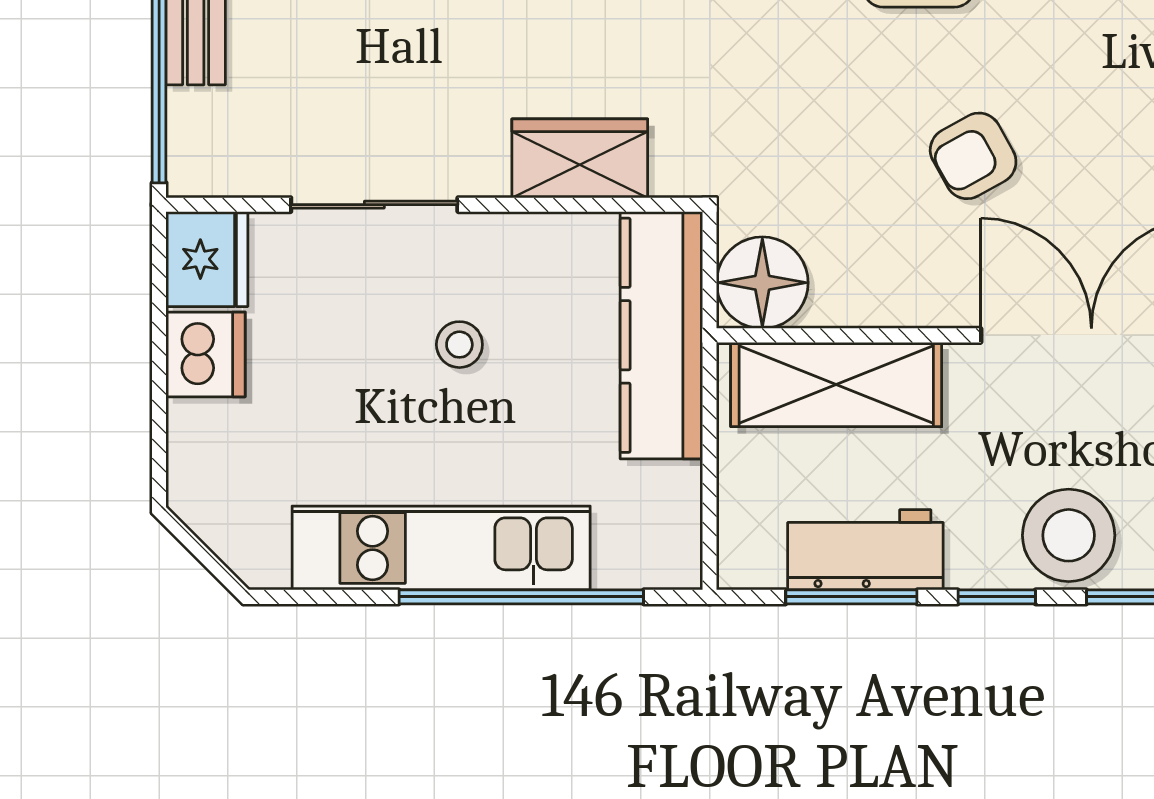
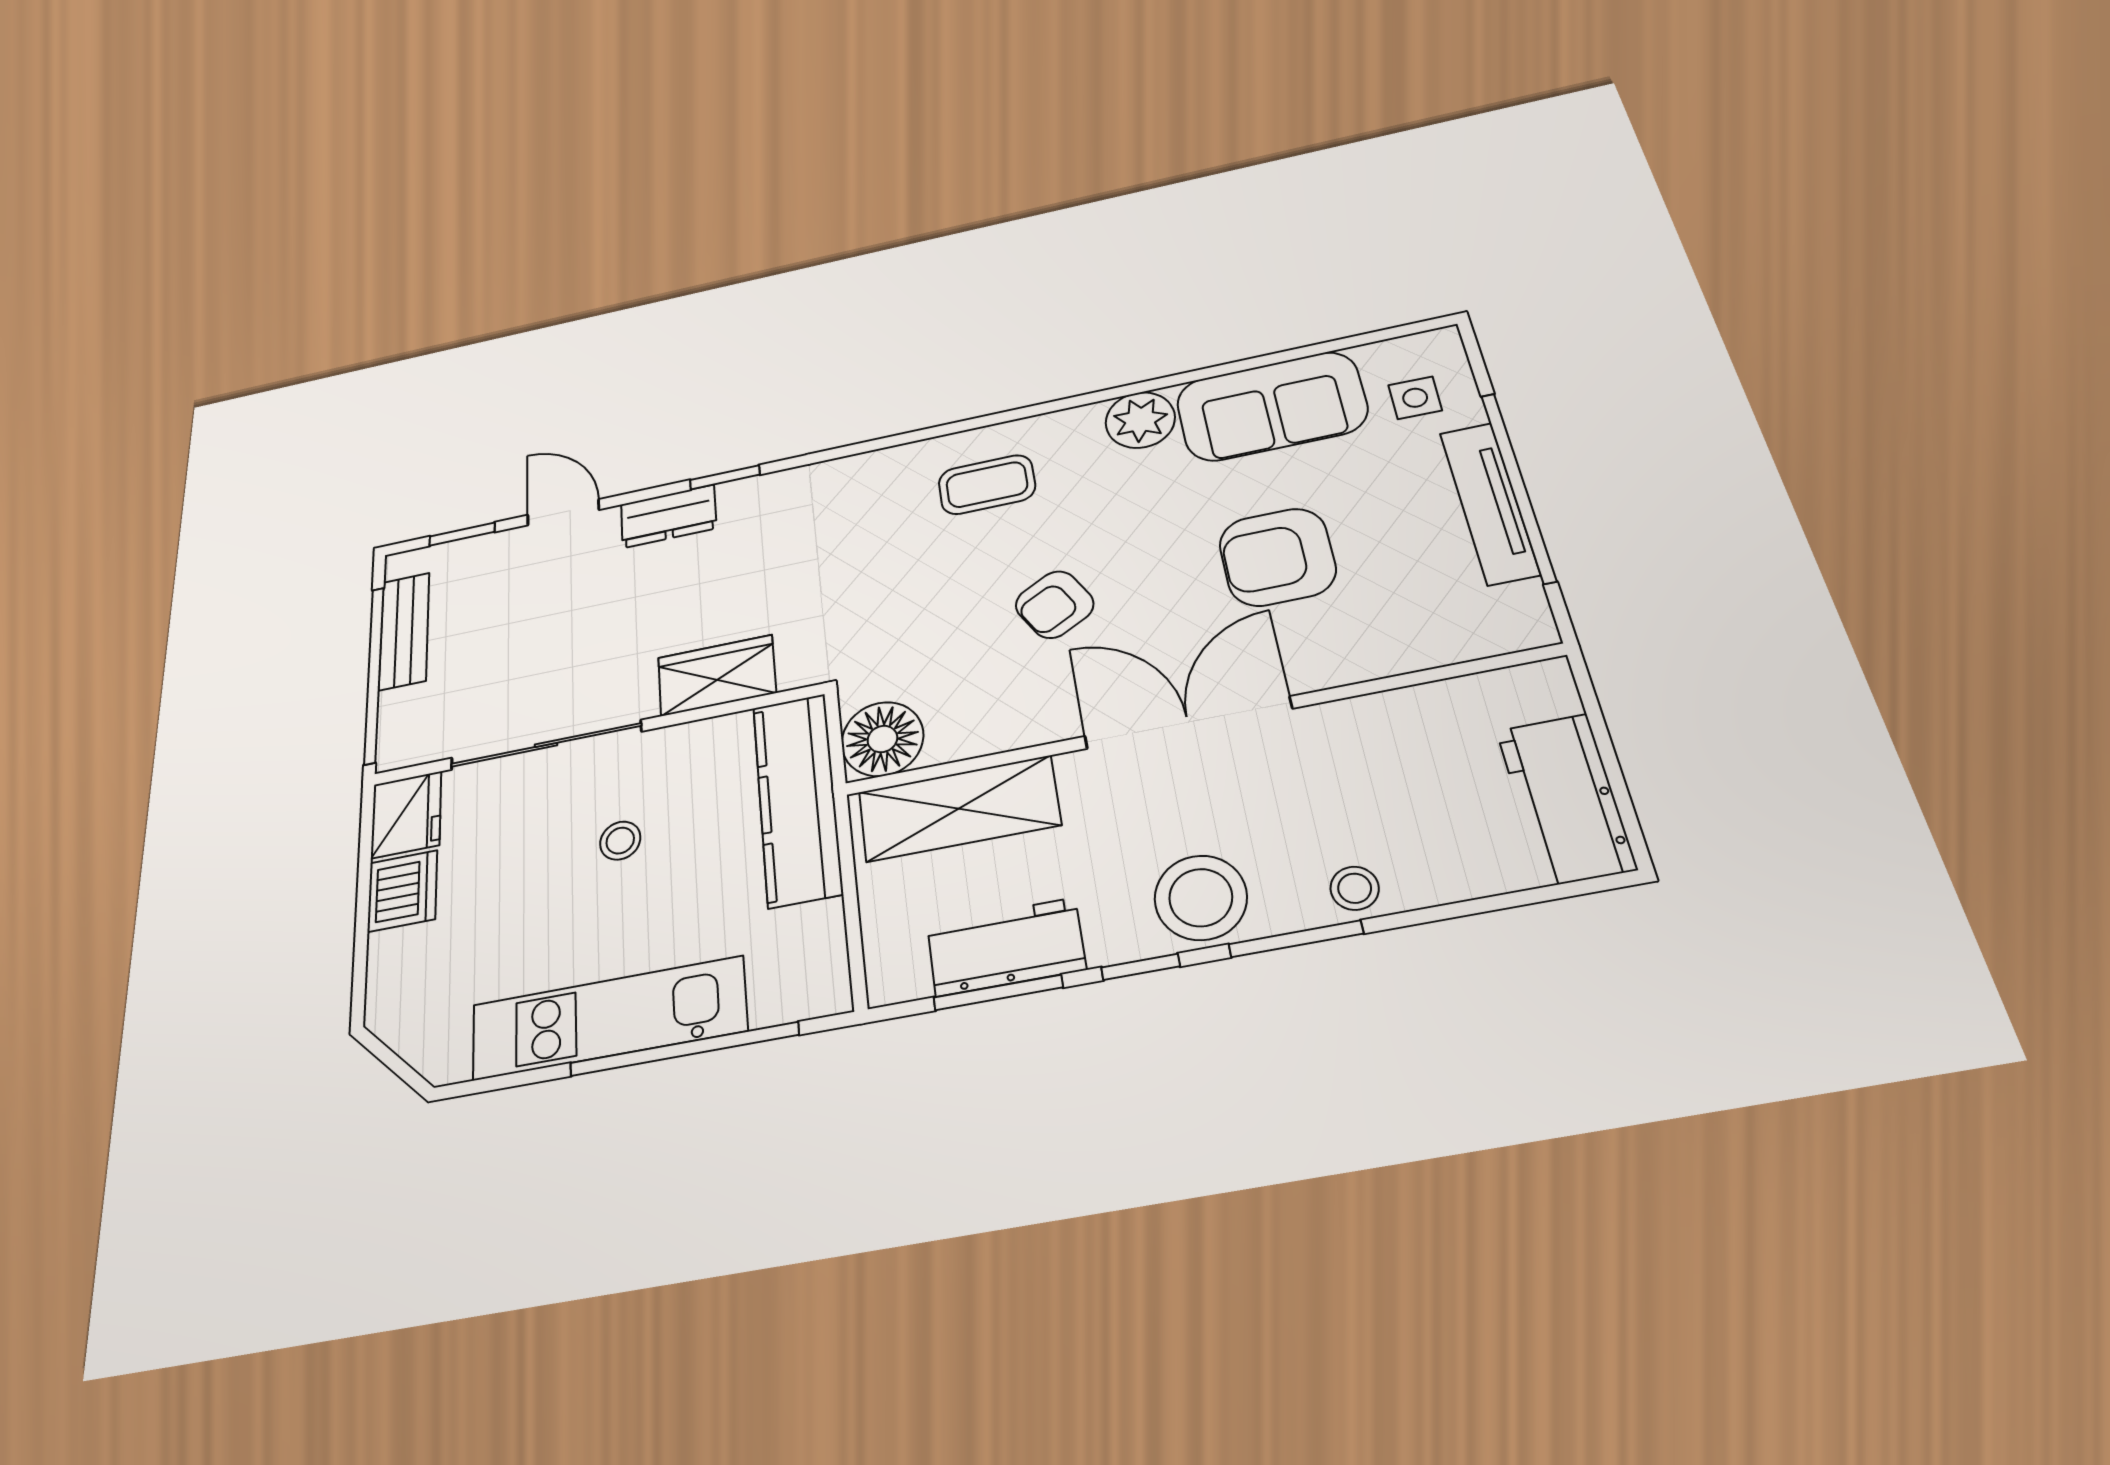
sliding door: (374, 205) -> (546, 745), width x1.37

